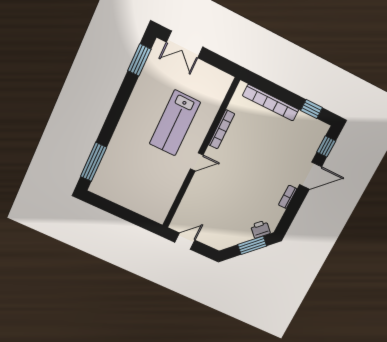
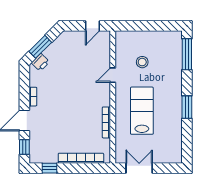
double door: (185, 45) -> (139, 168), moved
window: (139, 60) -> (187, 107), moved
door: (197, 162) -> (113, 75), moved
stool: (149, 177) -> (142, 62), added

